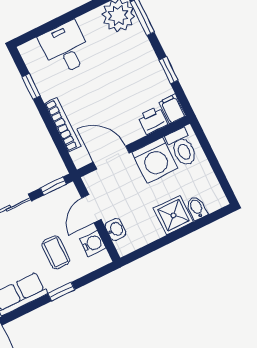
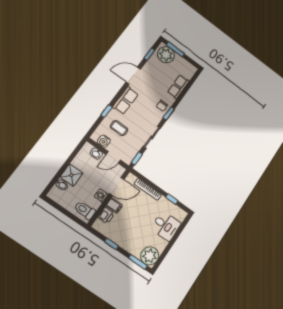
filing cabinet: (172, 109) -> (114, 205), moved
washing machine: (155, 160) -> (101, 196), width x0.53, depth x0.53
door: (91, 209) -> (113, 157), swing flipped

